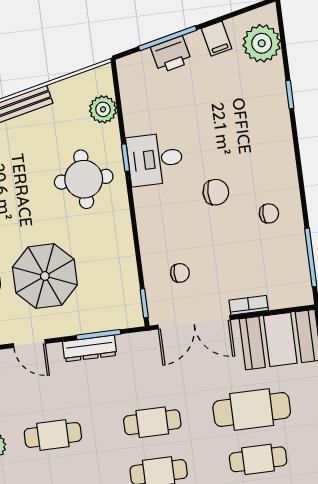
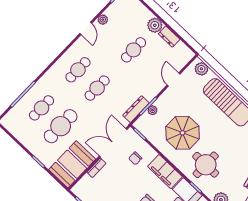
filing cabinet: (152, 218) -> (165, 172), added
parasol: (45, 276) -> (183, 133), moved
plant: (97, 323) -> (152, 110), added
door: (29, 343) -> (173, 80), hinge flipped
dresser: (90, 348) -> (136, 109), moved

